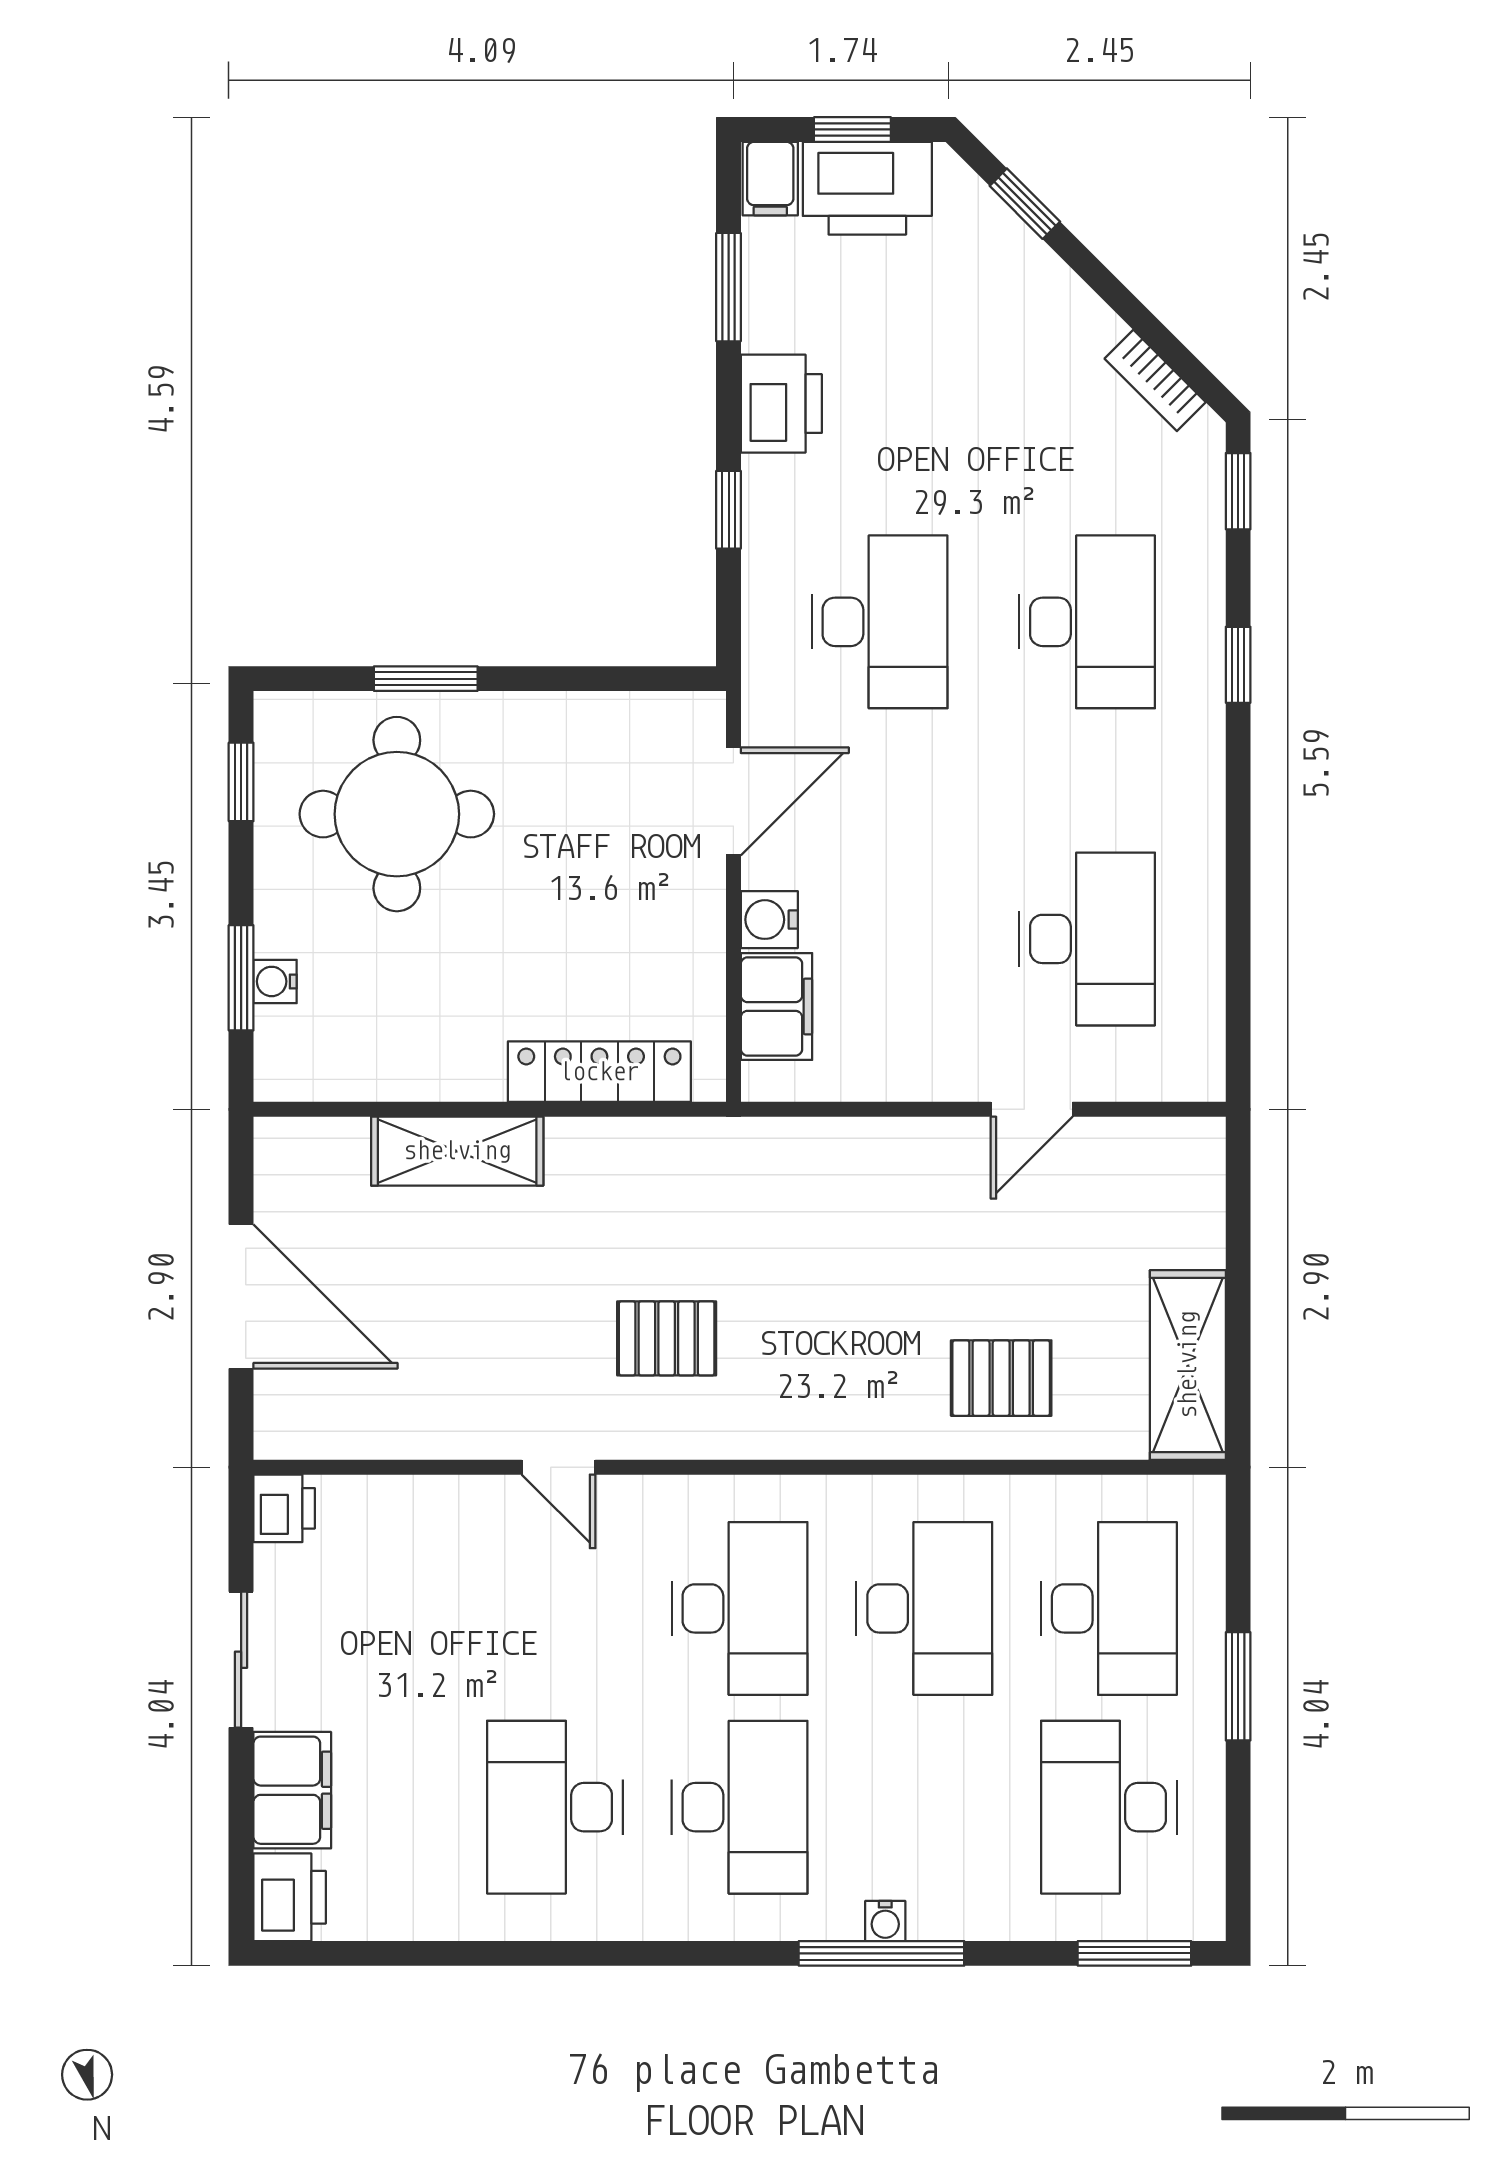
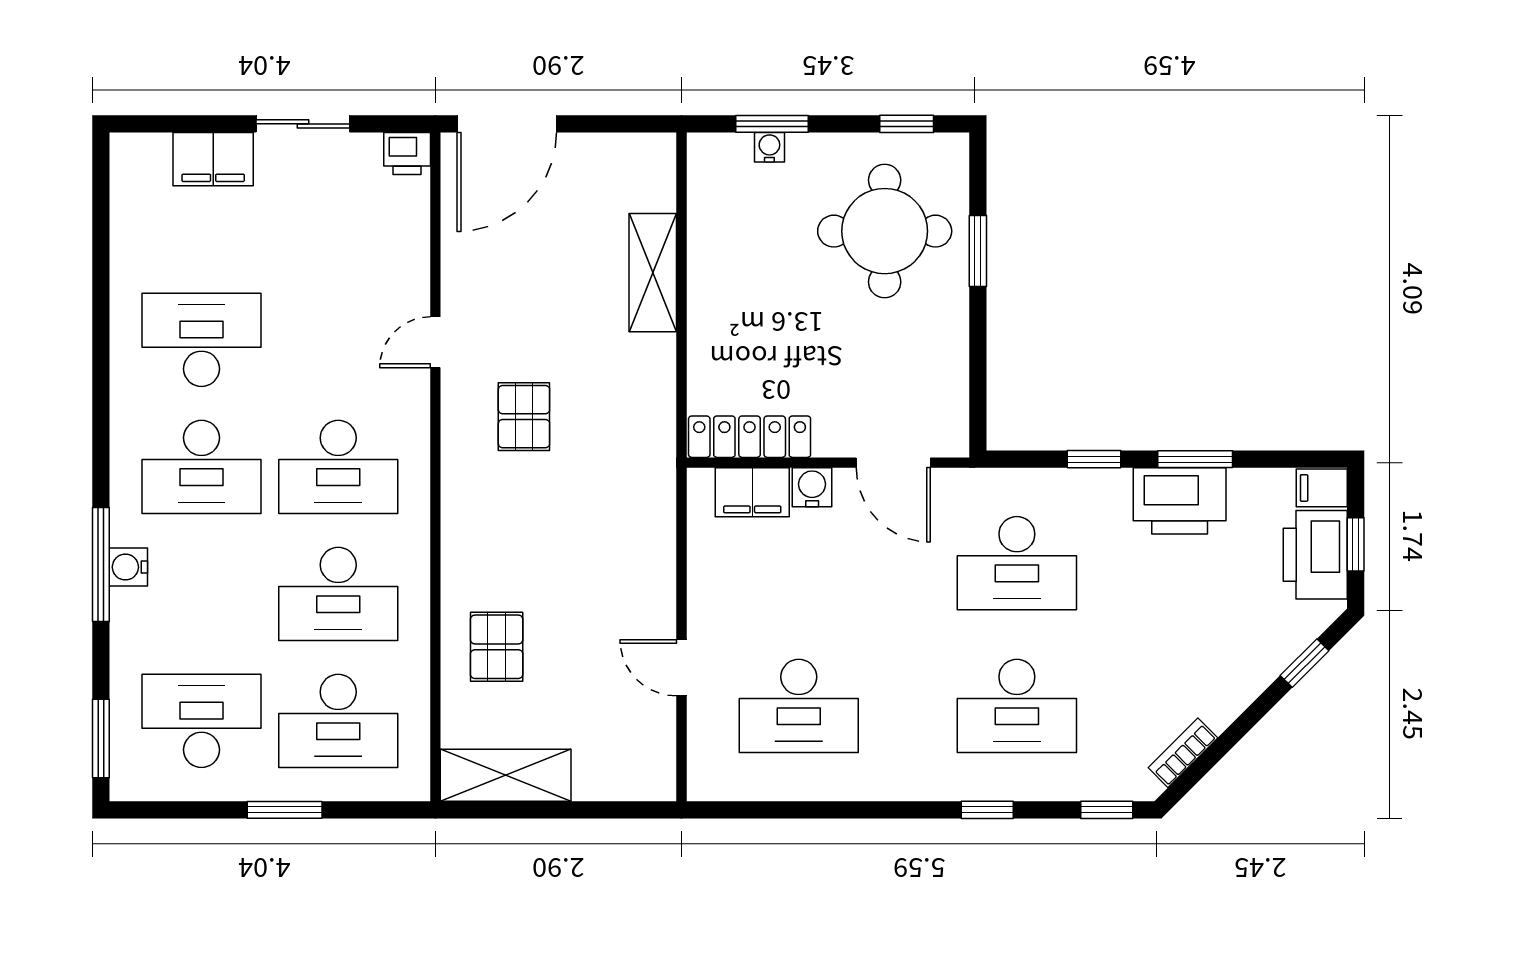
window: (729, 287) -> (1195, 459), moved
printer: (781, 404) -> (1180, 501), width x1.37, depth x1.19
locker: (599, 1072) -> (750, 437), moved, turned -90
door: (241, 1296) -> (507, 124), moved
printer: (290, 1897) -> (140, 157), removed
water cooler: (885, 1921) -> (128, 567), width x1.38, depth x1.38

